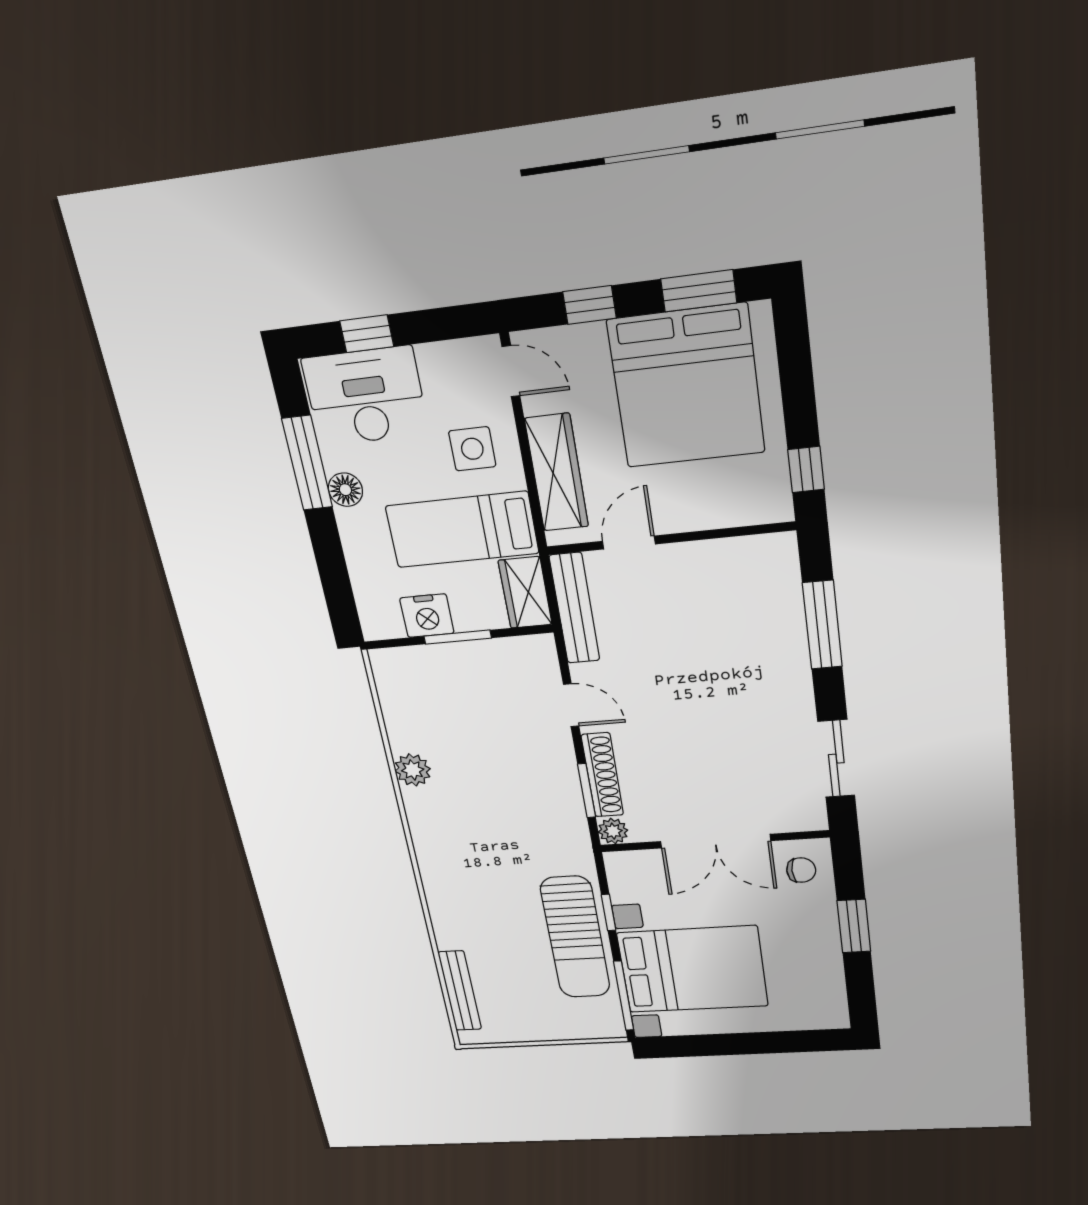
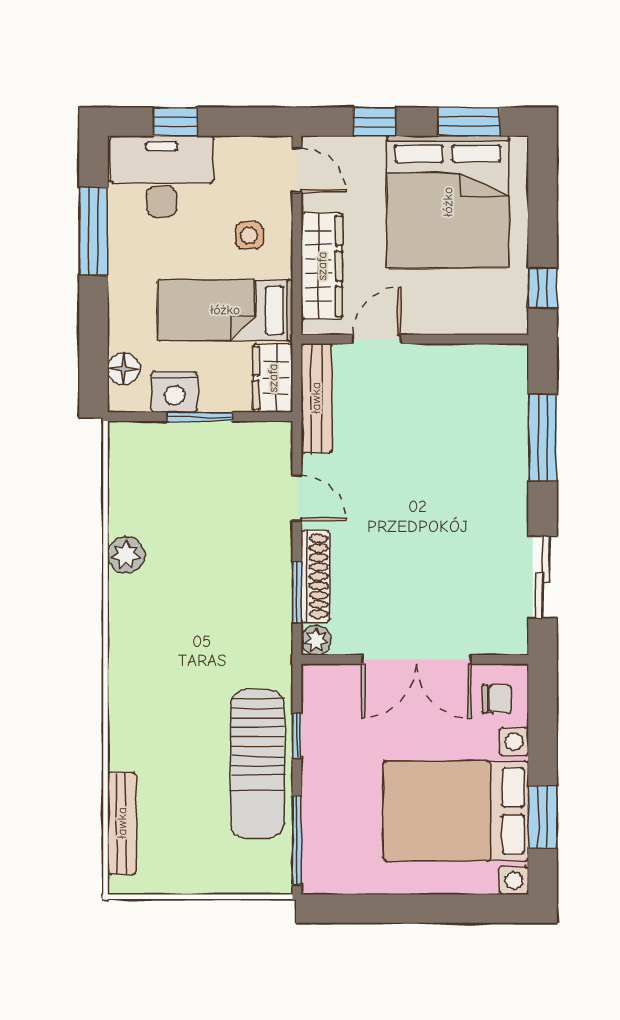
side table: (472, 449) -> (249, 235), width x0.73, depth x0.73
floor lamp: (345, 490) -> (124, 369), moved
window: (854, 926) -> (543, 817), moved
bed with nightstands: (693, 969) -> (456, 811), moved, turned 180

